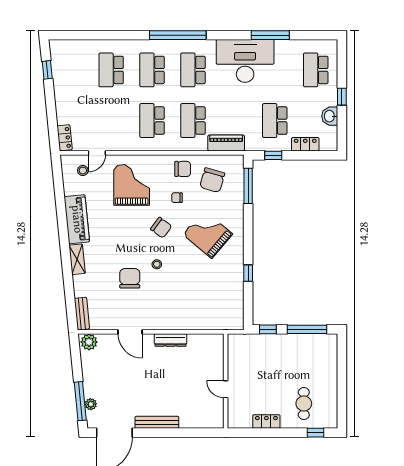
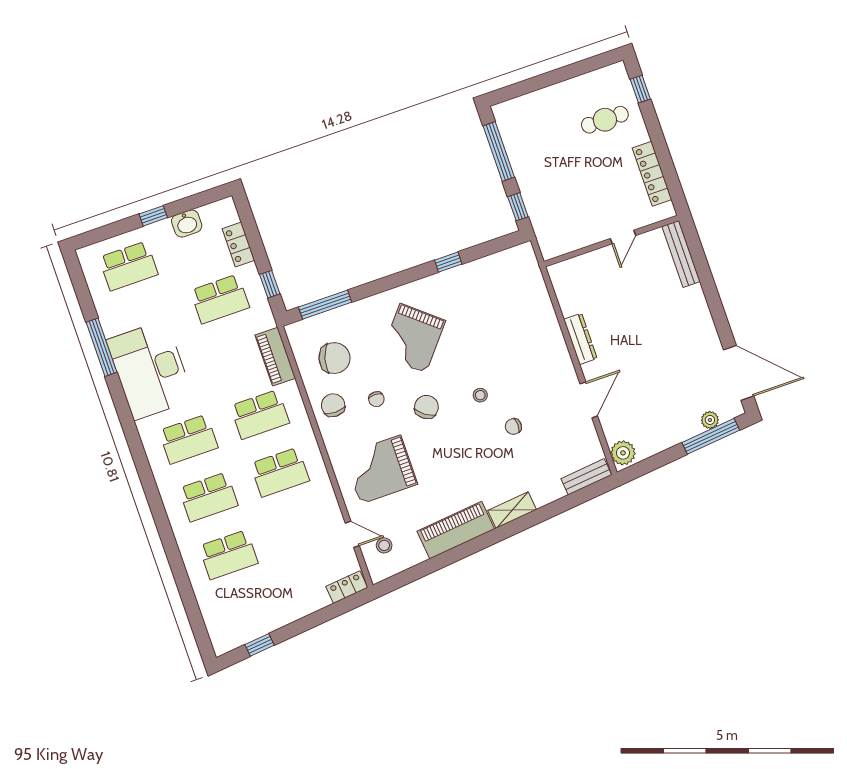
window: (178, 35) -> (147, 478), removed
chair: (130, 278) -> (513, 426), width x0.54, depth x0.54
locker: (266, 421) -> (652, 174), width x1.53
bench: (157, 422) -> (681, 254), moved

